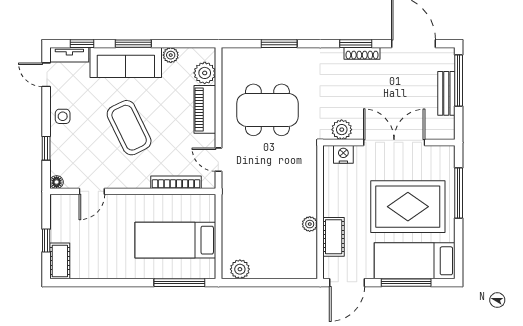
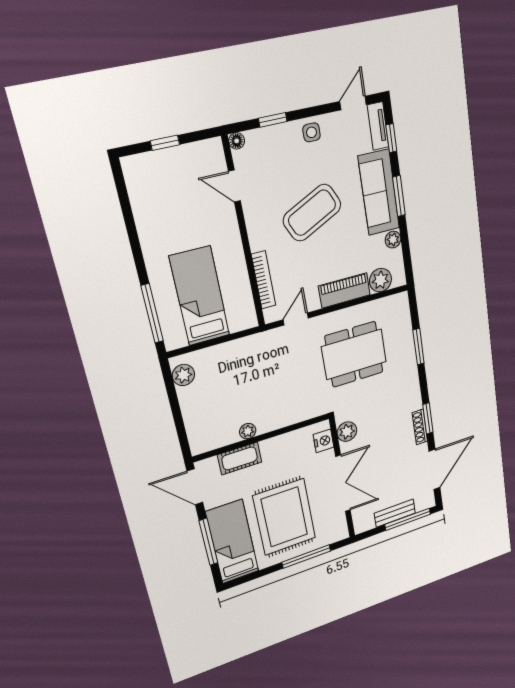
dining table: (267, 110) -> (354, 354), turned 90
cot: (60, 261) -> (144, 165), removed

